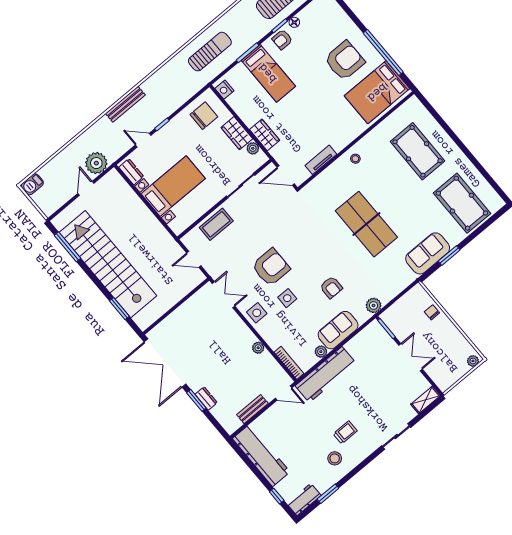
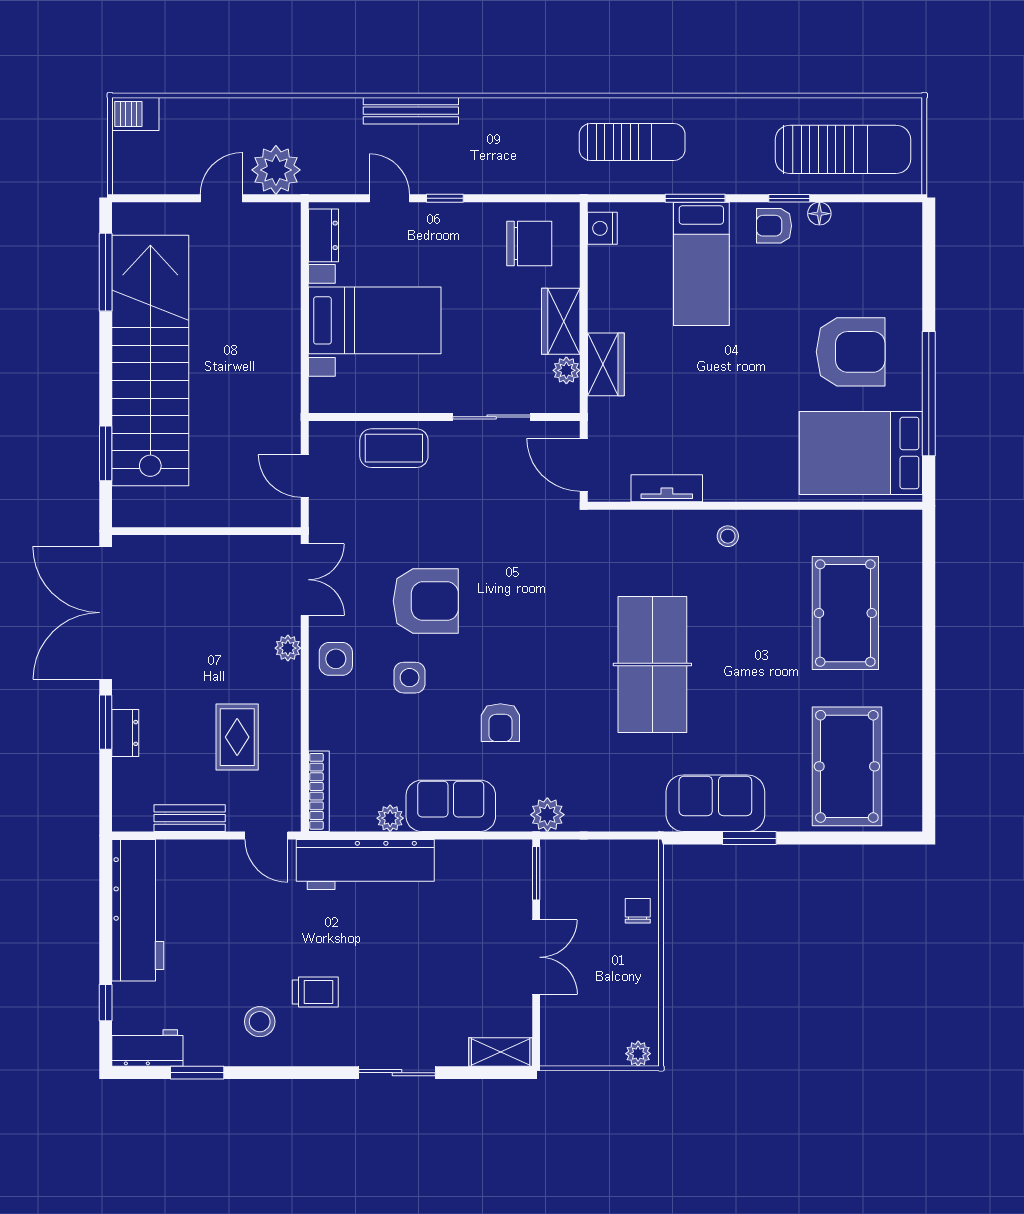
plant: (258, 348) -> (288, 648), moved
rug: (245, 368) -> (237, 737), added

